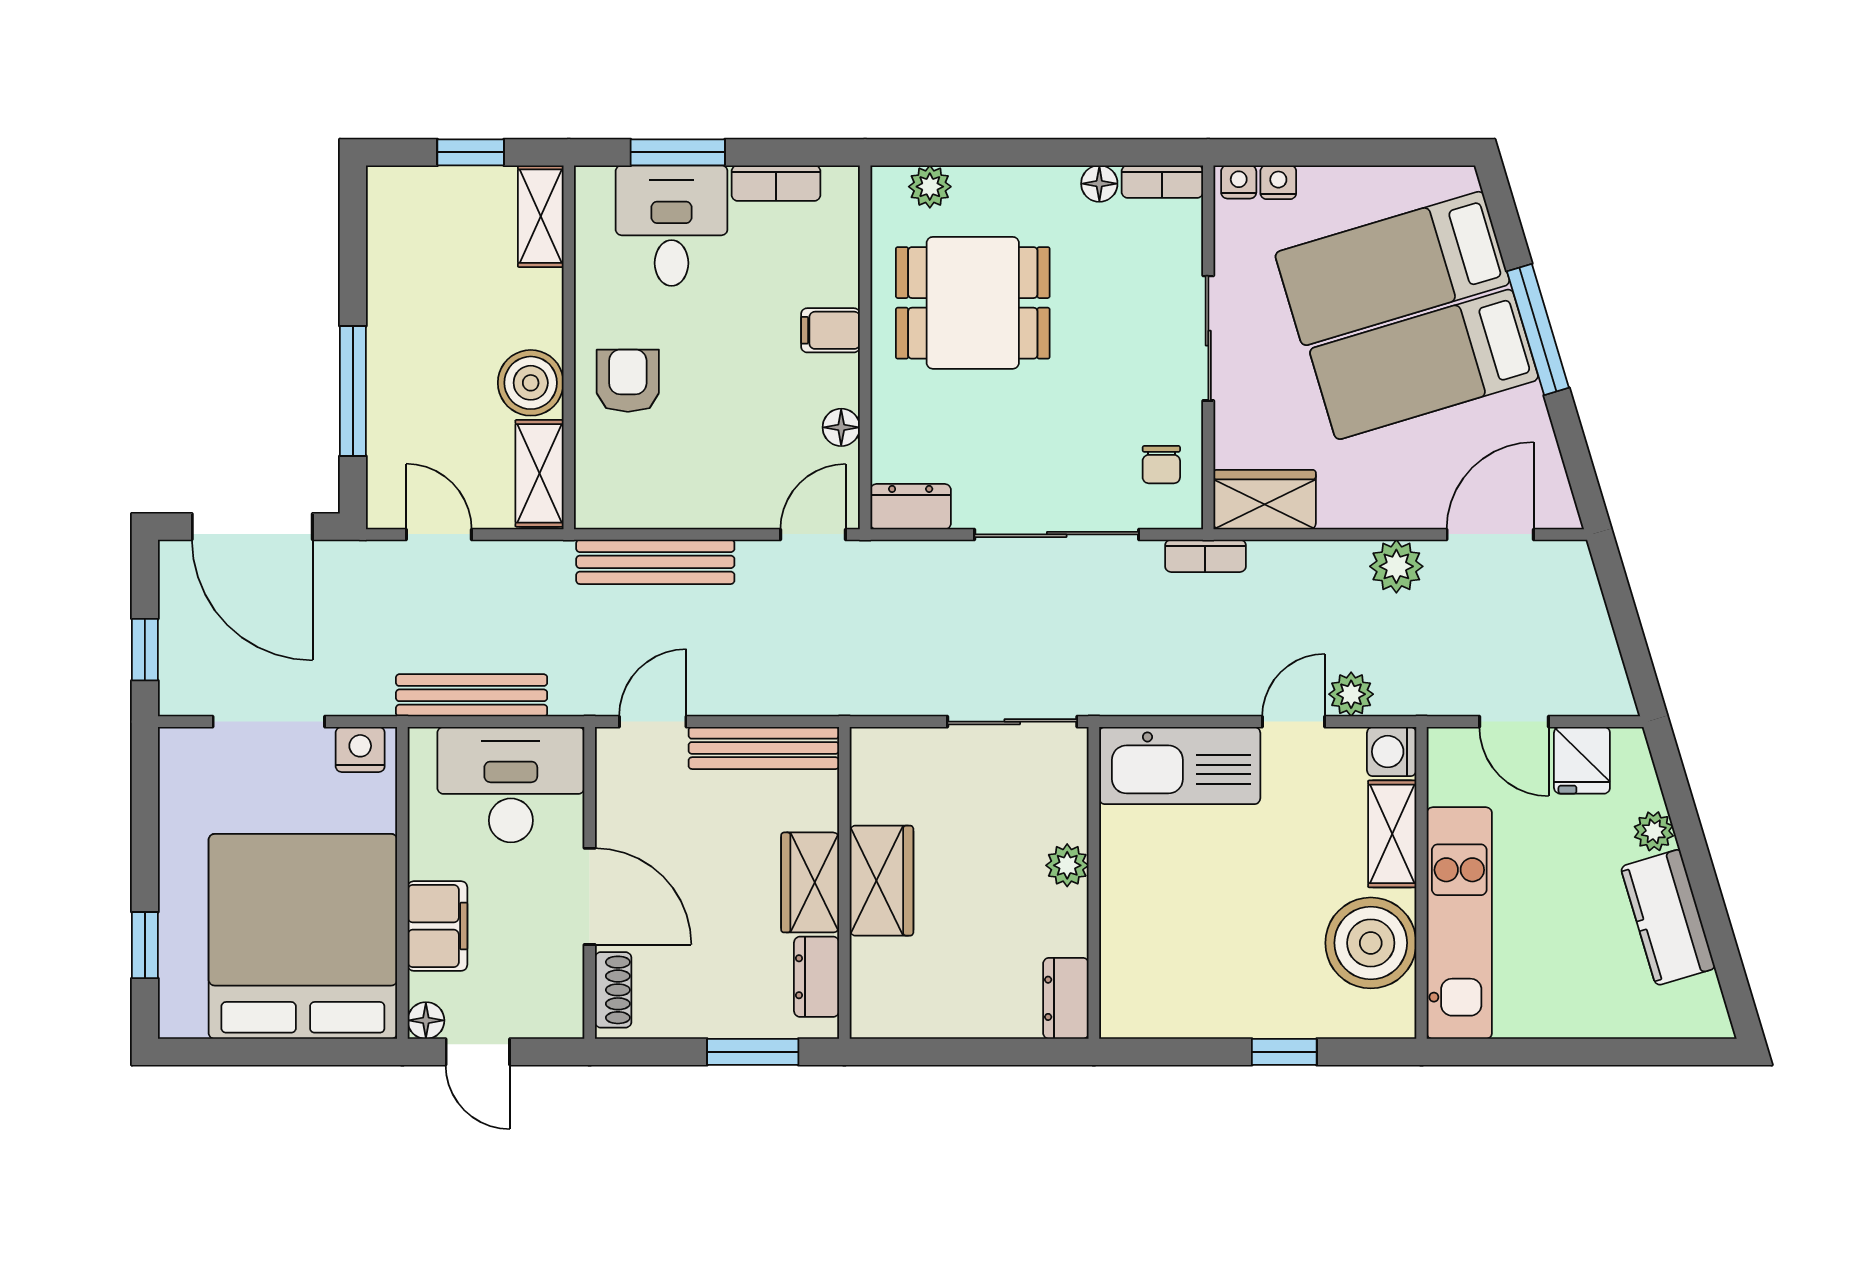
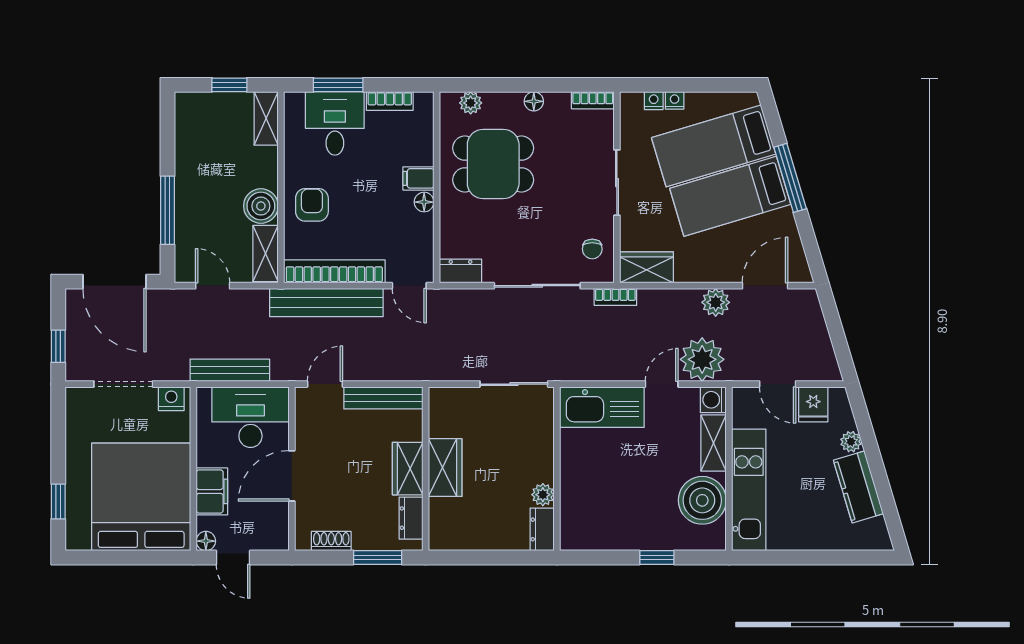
nightstand: (1239, 182) -> (675, 100), moved
floor lamp: (1099, 184) -> (534, 101), moved
floor lamp: (841, 427) -> (424, 202), moved
bookcase: (670, 507) -> (334, 271), added
door: (813, 534) -> (409, 286), swing flipped
bench: (655, 562) -> (326, 303), width x1.37, depth x1.21
plant: (1351, 694) -> (702, 359), width x1.87, depth x1.87
plant: (1067, 865) -> (543, 495), moved
door: (590, 896) -> (292, 476), swing flipped
shoe rack: (613, 990) -> (331, 541), moved, turned -90

